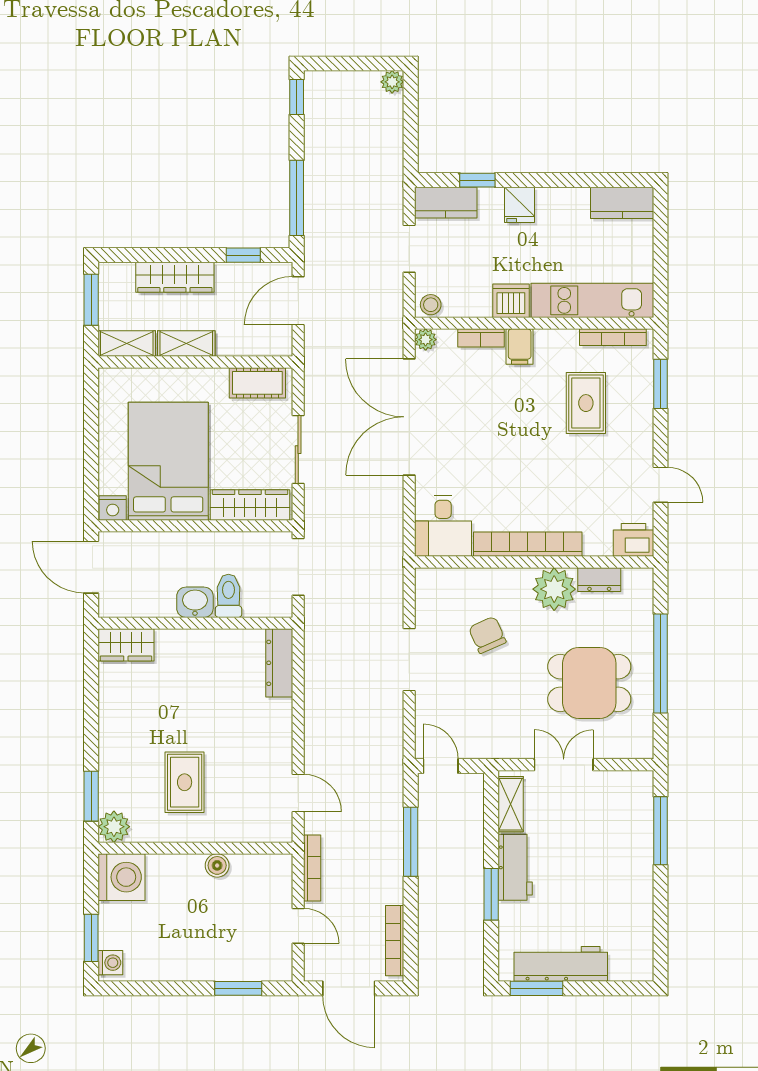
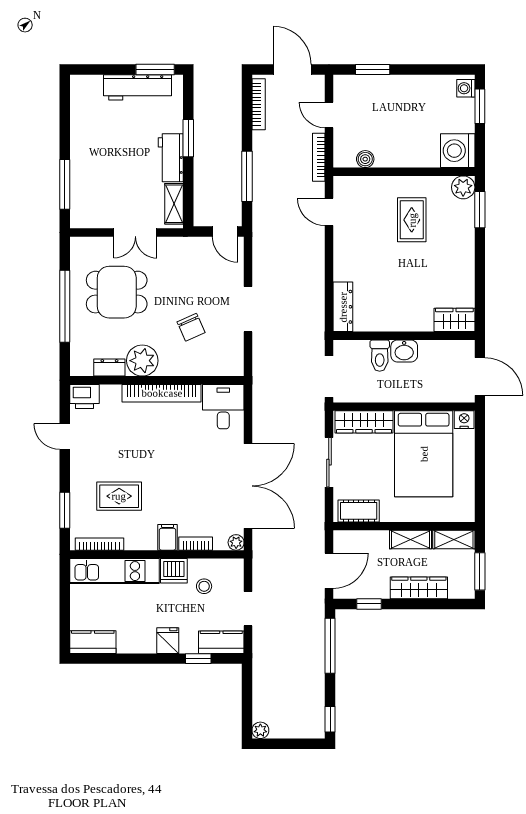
stool: (431, 305) -> (204, 586), moved
rug: (586, 403) -> (119, 496), turned 90
boiler: (217, 865) -> (365, 159), moved

